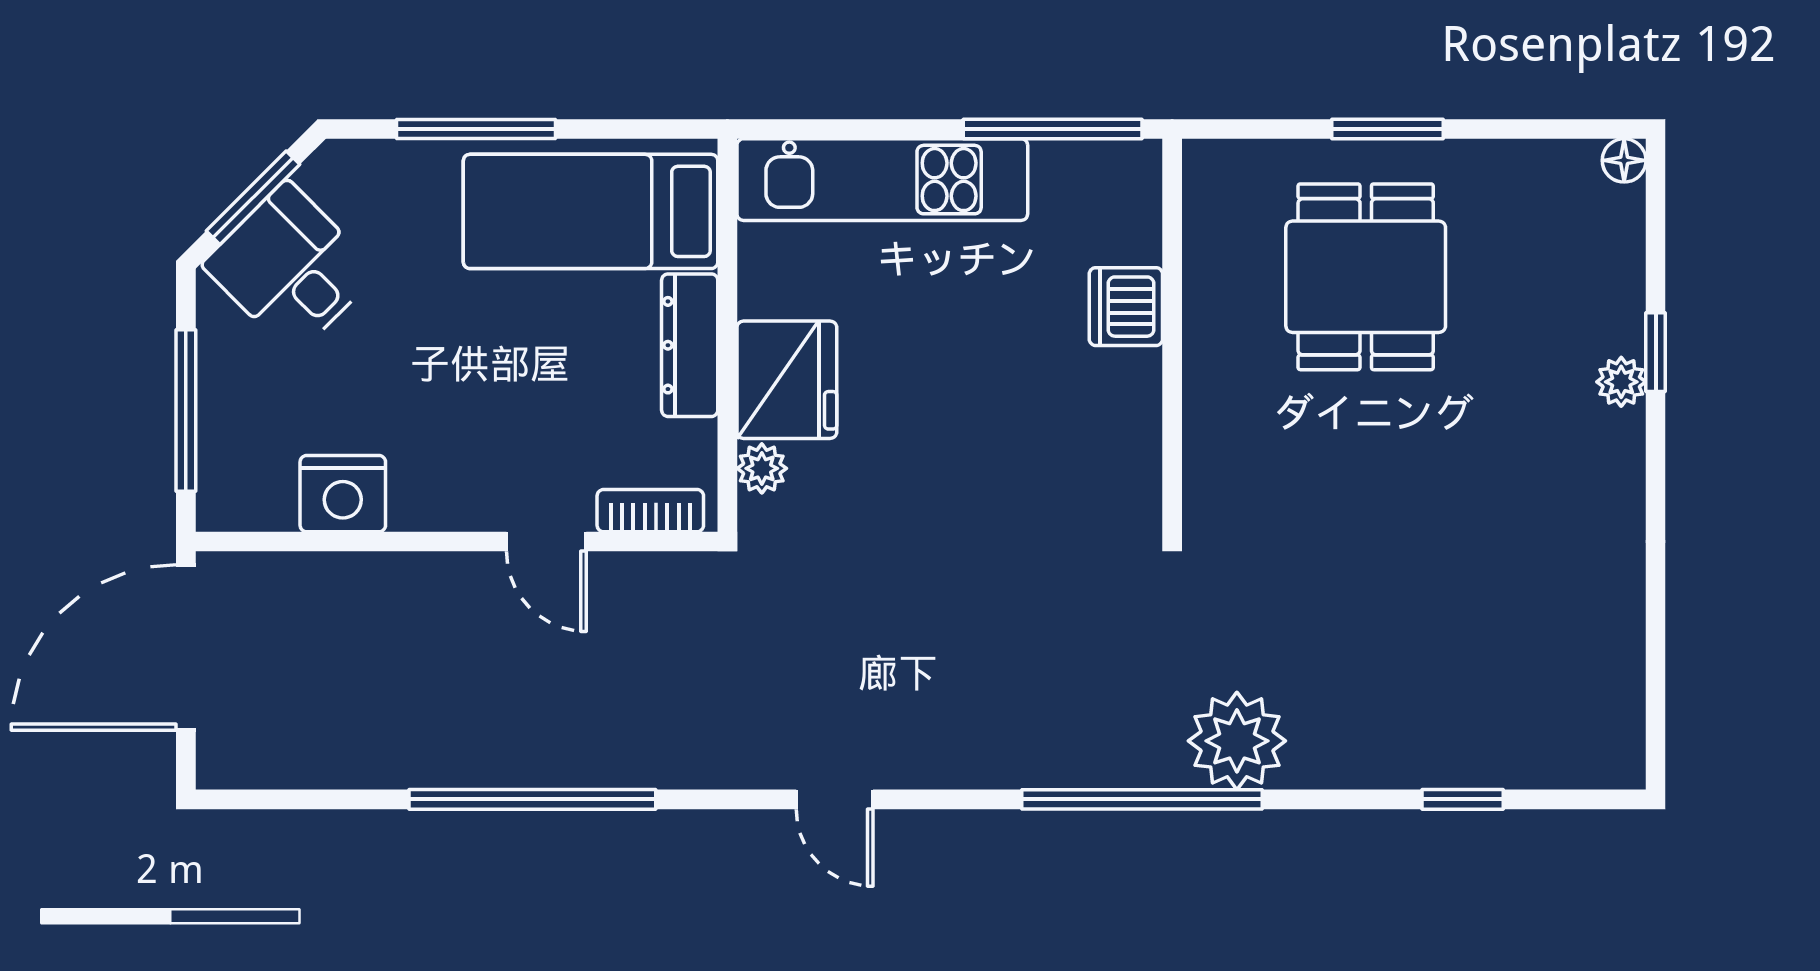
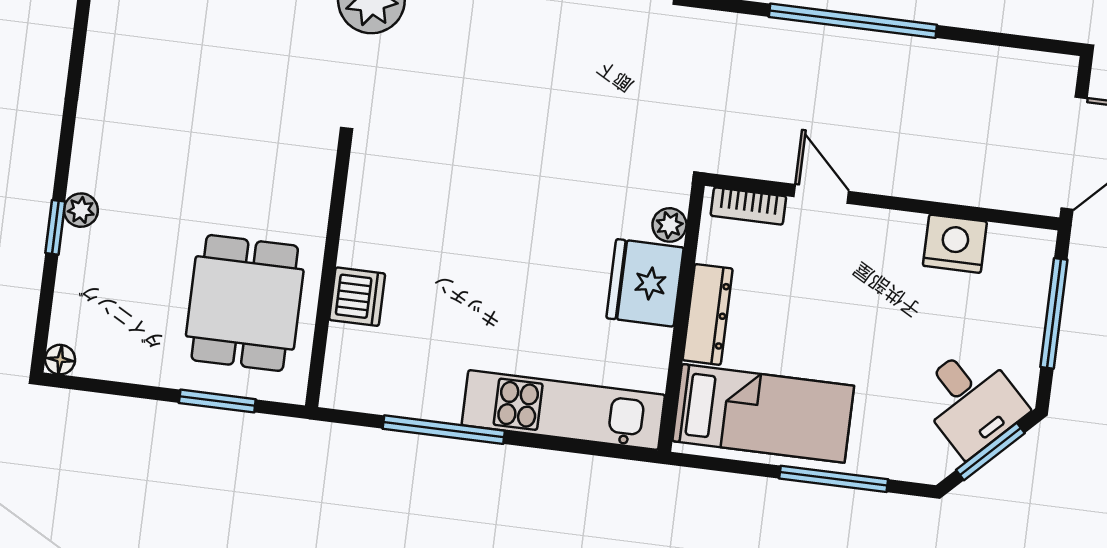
dishwasher: (1126, 307) -> (357, 297), moved
wall: (1172, 335) -> (328, 273), moved

